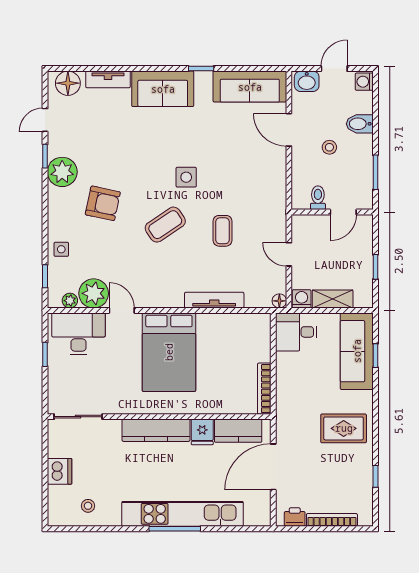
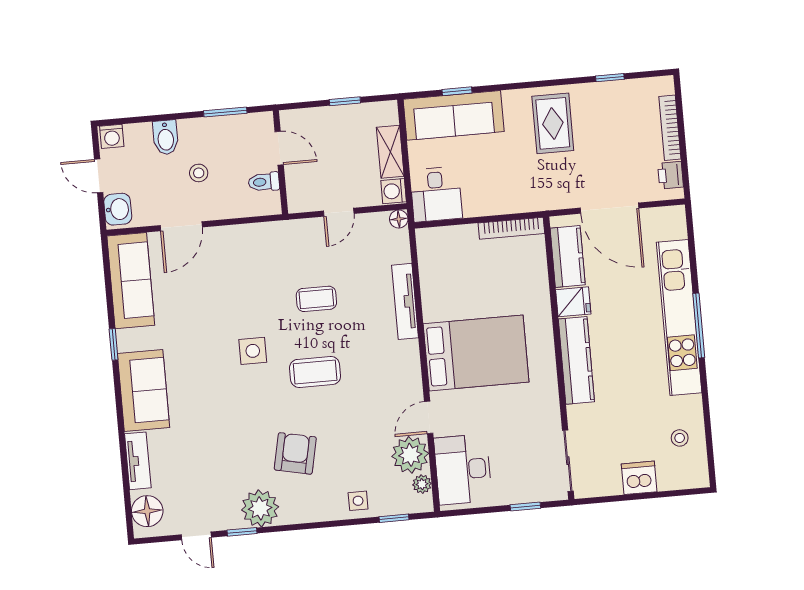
coffee table: (165, 225) -> (315, 372), turned -56
window: (45, 354) -> (525, 507), moved

